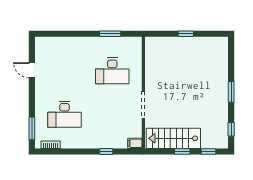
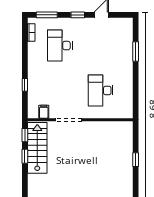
window: (110, 34) -> (136, 52), moved
window: (32, 95) -> (78, 15), added
filing cabinet: (135, 143) -> (44, 112), moved
window: (208, 151) -> (25, 135), moved

